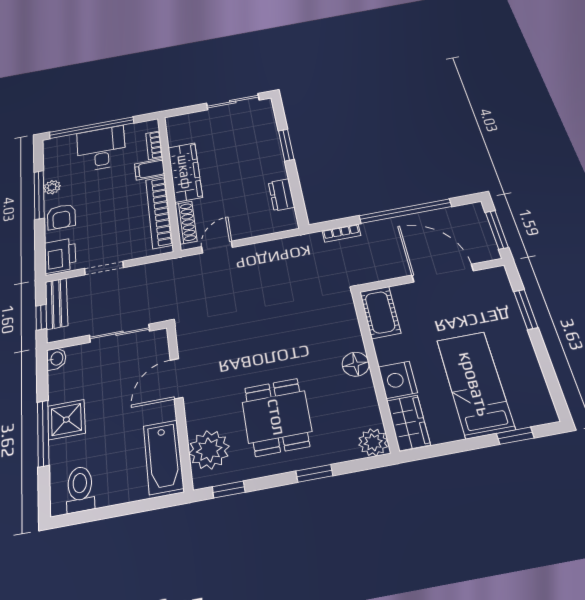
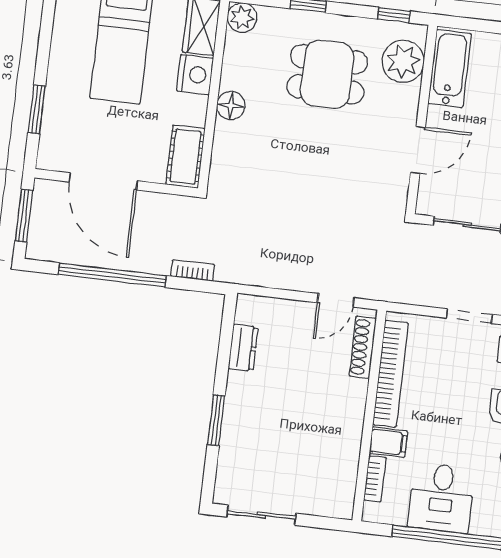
wardrobe: (185, 172) -> (347, 422), removed
dining table: (277, 417) -> (327, 74), turned 90

